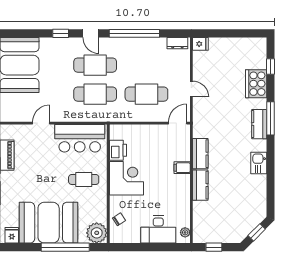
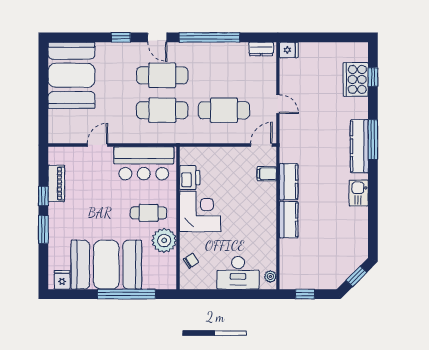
cooker: (256, 84) -> (356, 79), moved
kitchen counter: (259, 124) -> (359, 146), width x1.50
filing cabinet: (182, 168) -> (267, 174), moved
plant: (97, 233) -> (164, 240), moved

